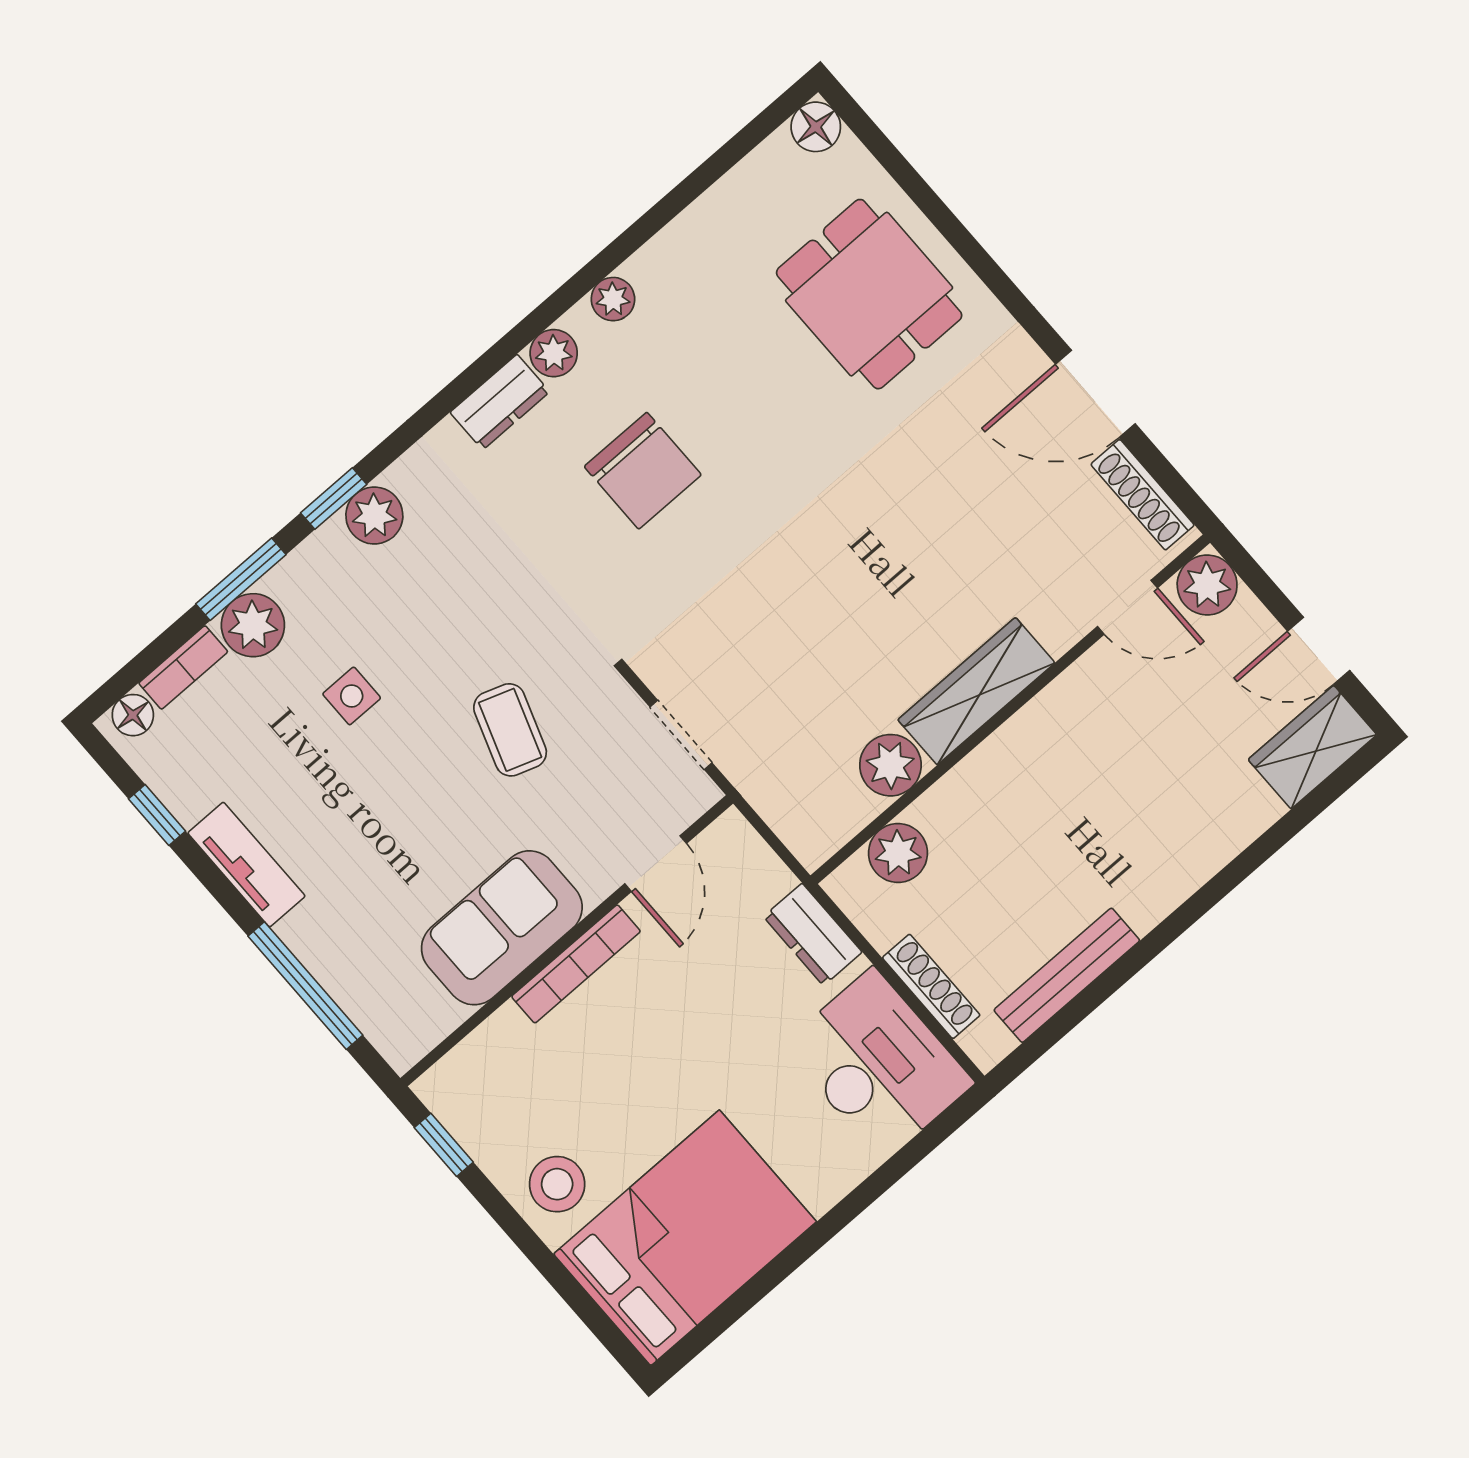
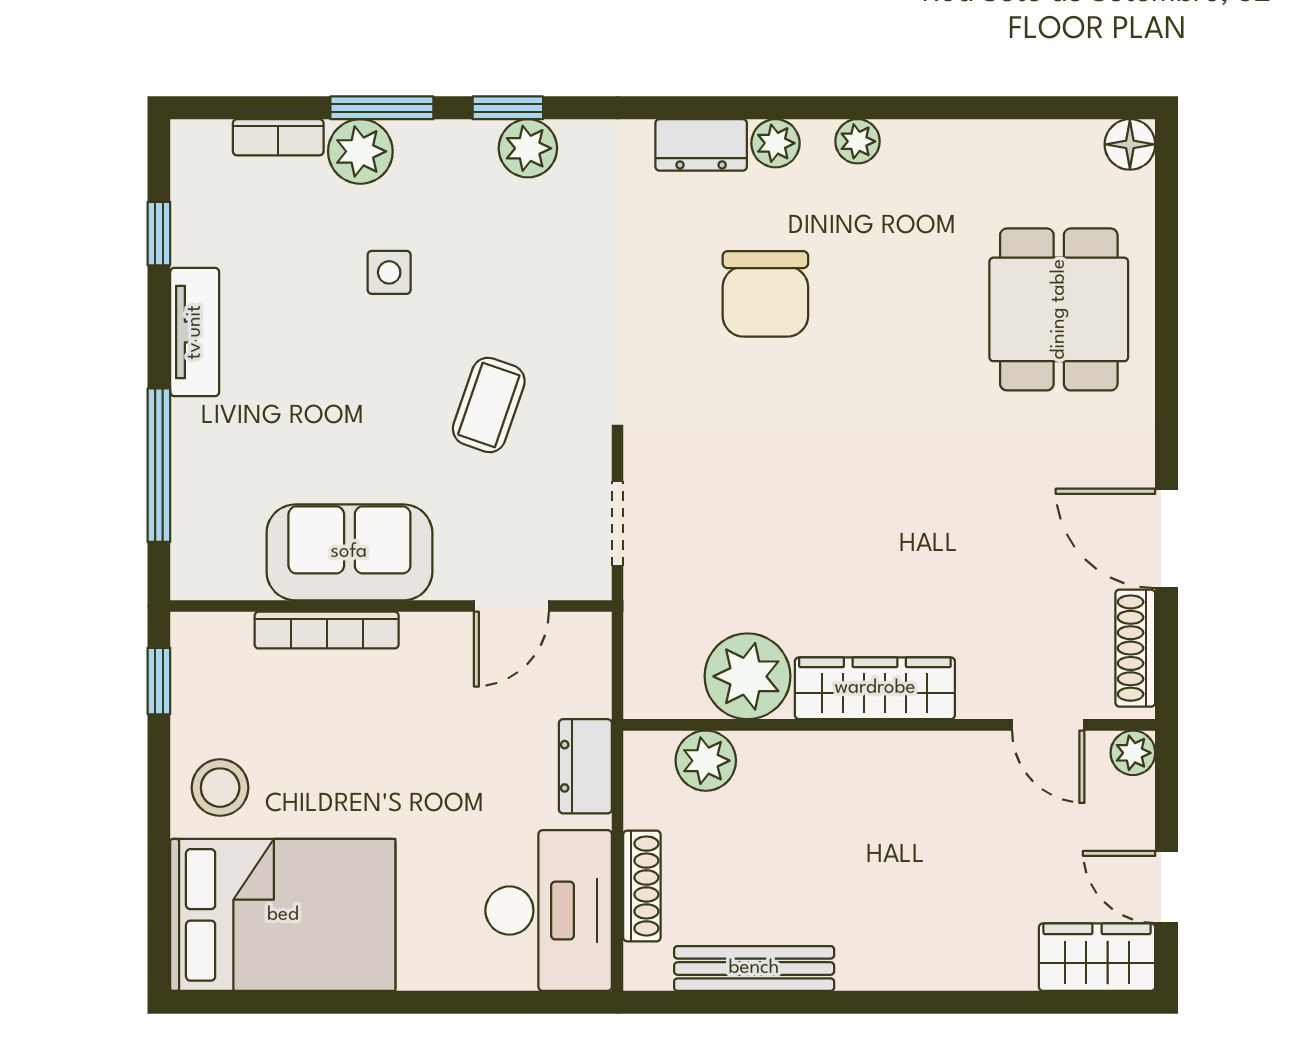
plant: (1207, 585) -> (1133, 753), width x0.73, depth x0.73
floor lamp: (133, 715) -> (207, 140), removed
plant: (890, 765) -> (747, 676), width x1.36, depth x1.36
bookcase: (576, 964) -> (327, 630), moved

